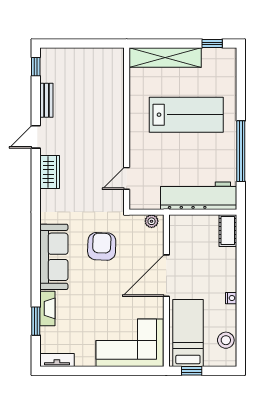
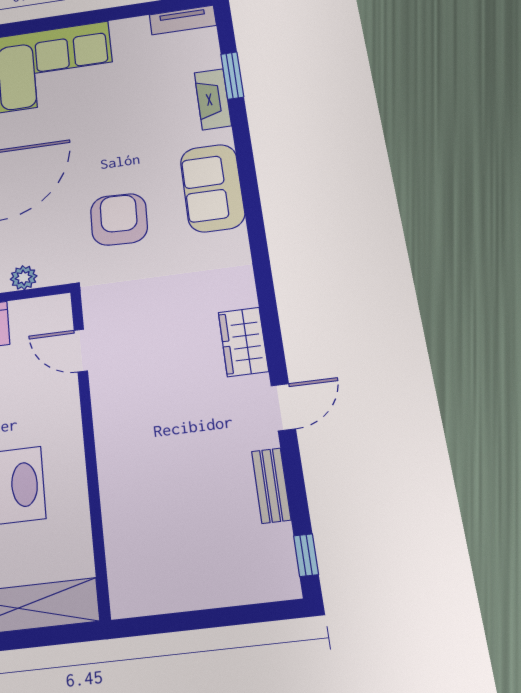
door: (127, 178) -> (81, 350), swing flipped
armchair: (102, 246) -> (119, 219), turned 180
sofa: (54, 257) -> (212, 188), width x0.73

